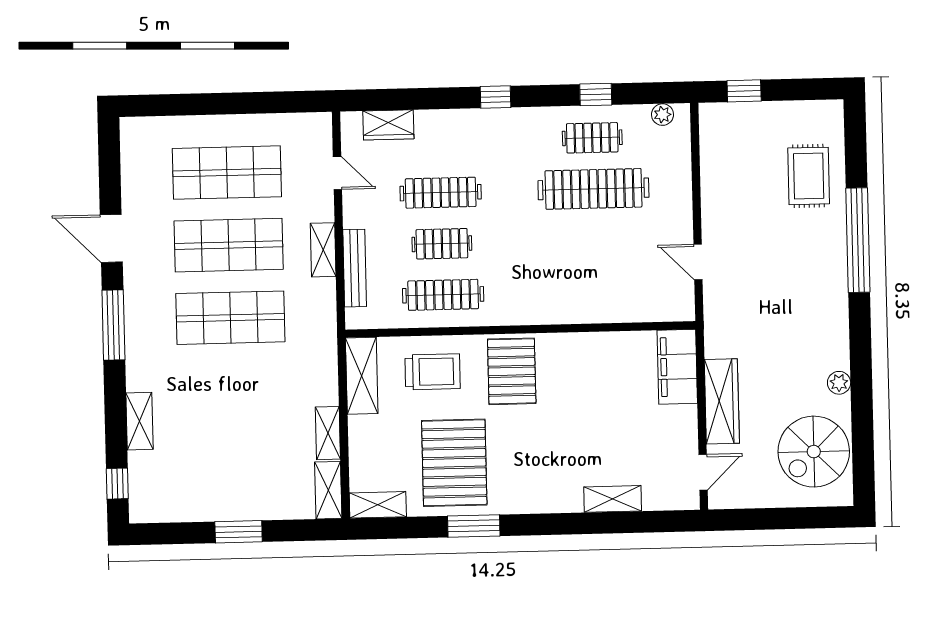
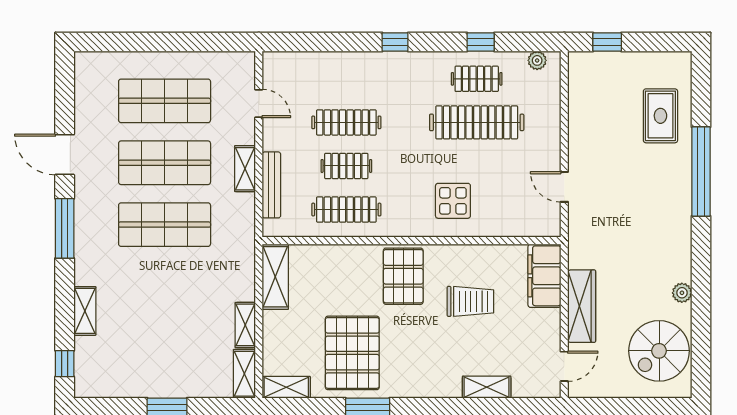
wardrobe: (388, 125) -> (303, 64), removed
display table: (568, 282) -> (453, 201), added
trolley: (433, 372) -> (470, 301), moved

